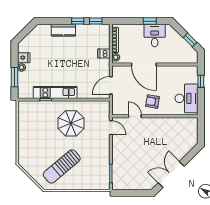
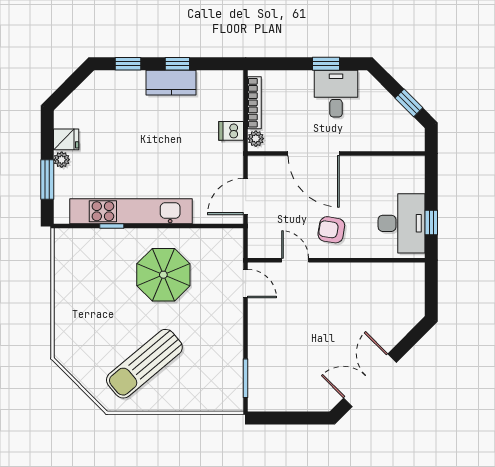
window: (96, 21) -> (128, 64), moved
kitchen counter: (63, 30) -> (171, 83), moved
window: (201, 81) -> (431, 222), moved
kitchen unit: (55, 93) -> (131, 211), width x1.36

